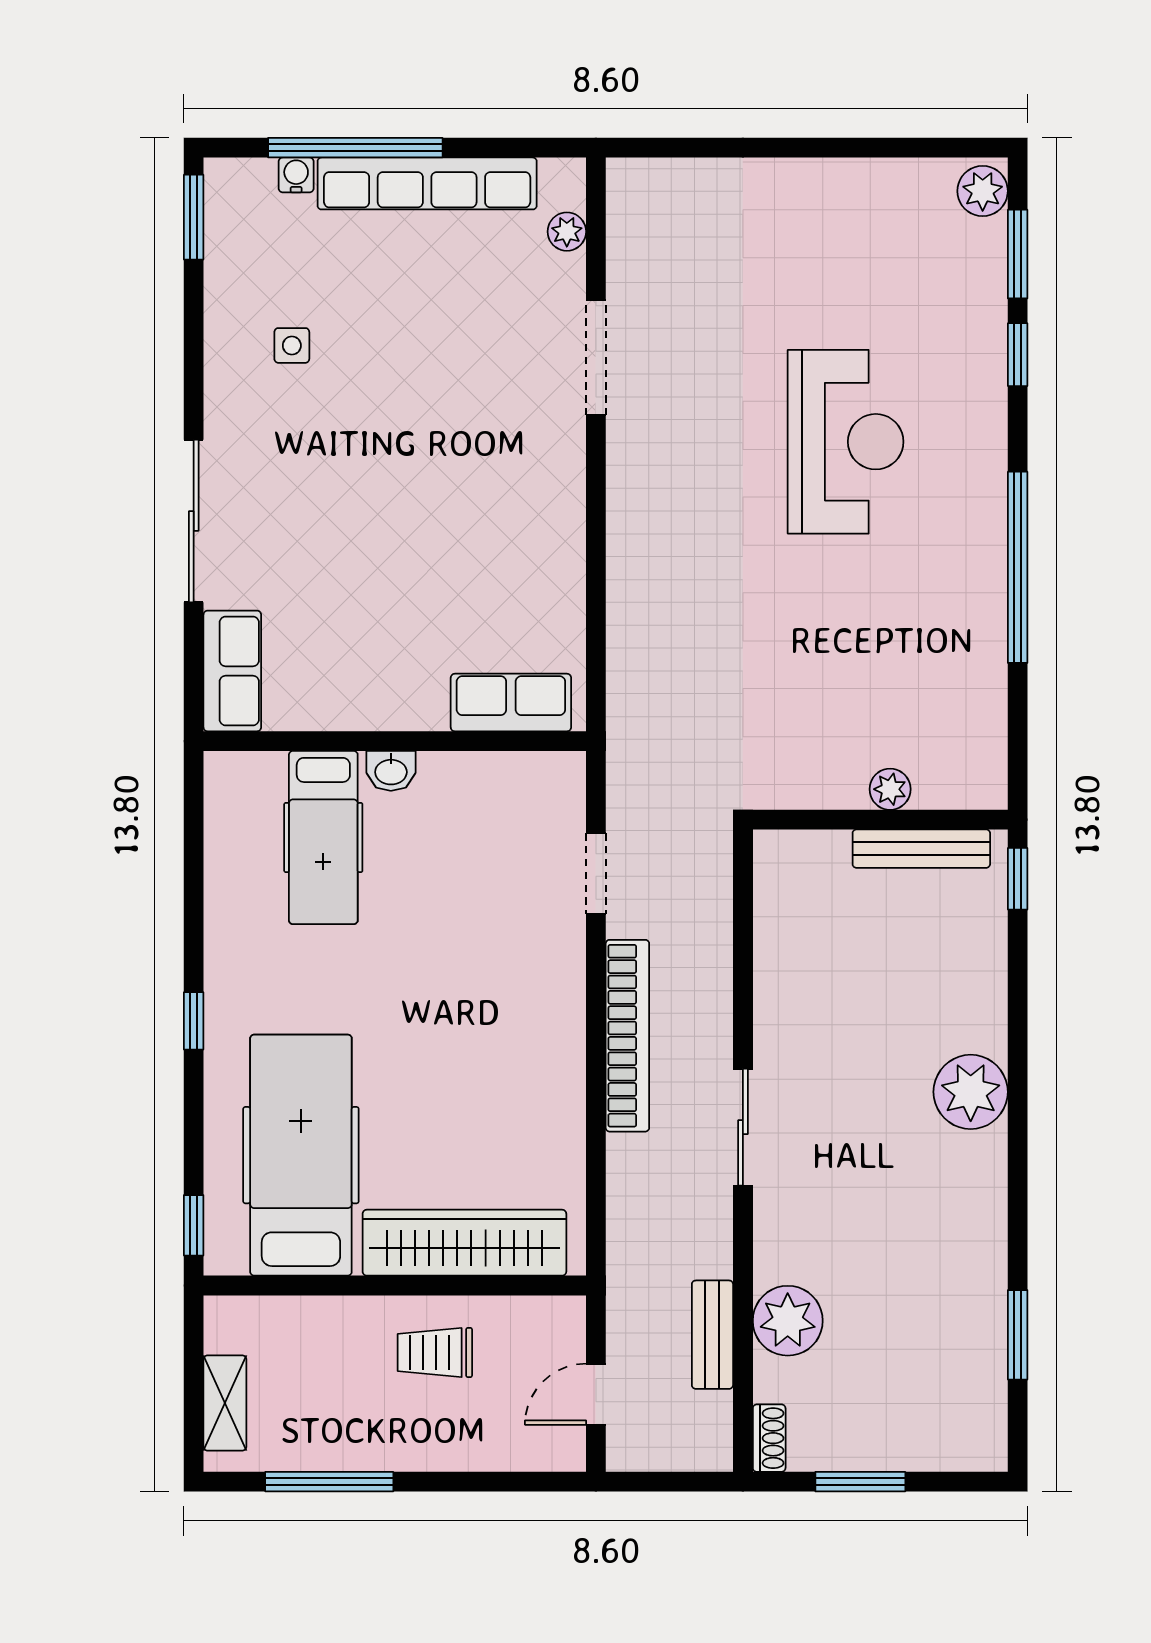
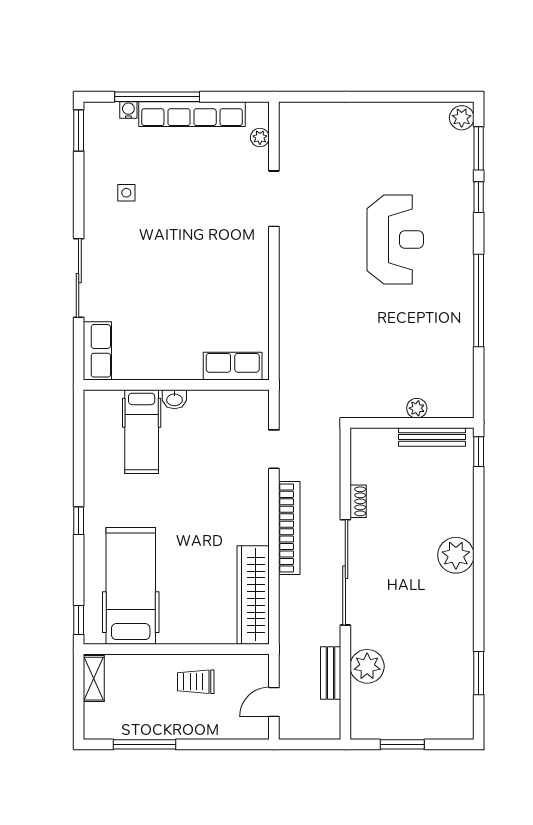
sliding door: (743, 1127) -> (345, 572), width x1.86
wardrobe: (464, 1243) -> (253, 595), moved, turned -90
shelving: (225, 1403) -> (94, 679), moved
shoe rack: (769, 1438) -> (358, 501), moved

